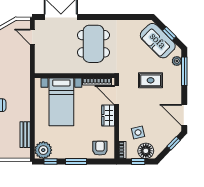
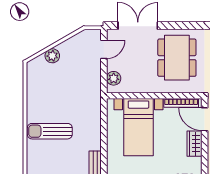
door: (32, 37) -> (104, 49), swing flipped
plant: (41, 61) -> (114, 78), added

